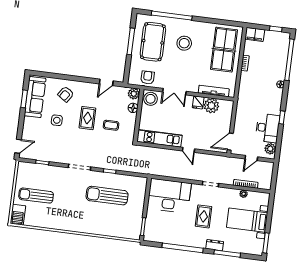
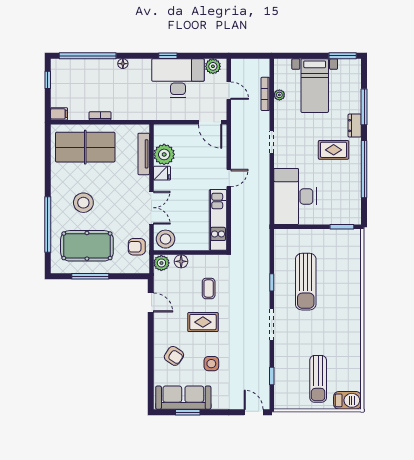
filing cabinet: (255, 34) -> (59, 114), width x0.50
desk: (268, 128) -> (178, 78), width x1.36, depth x1.30
rug: (204, 216) -> (334, 150), moved

